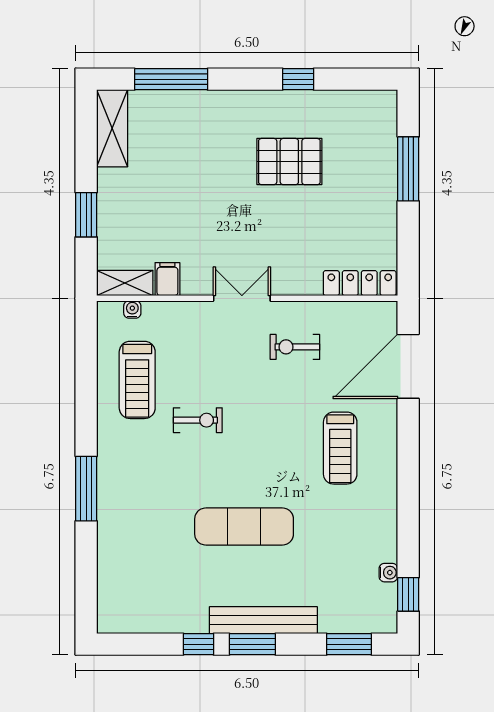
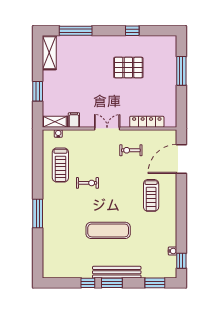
locker: (360, 283) -> (147, 122), moved

